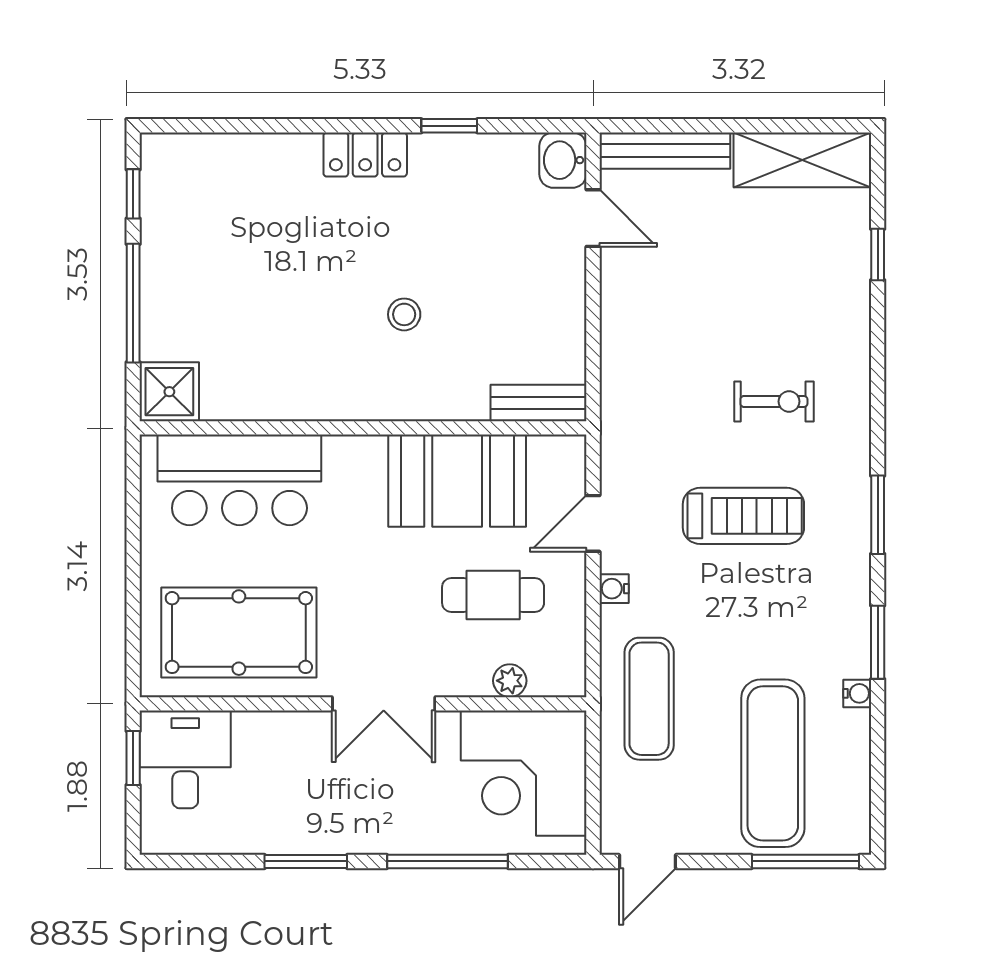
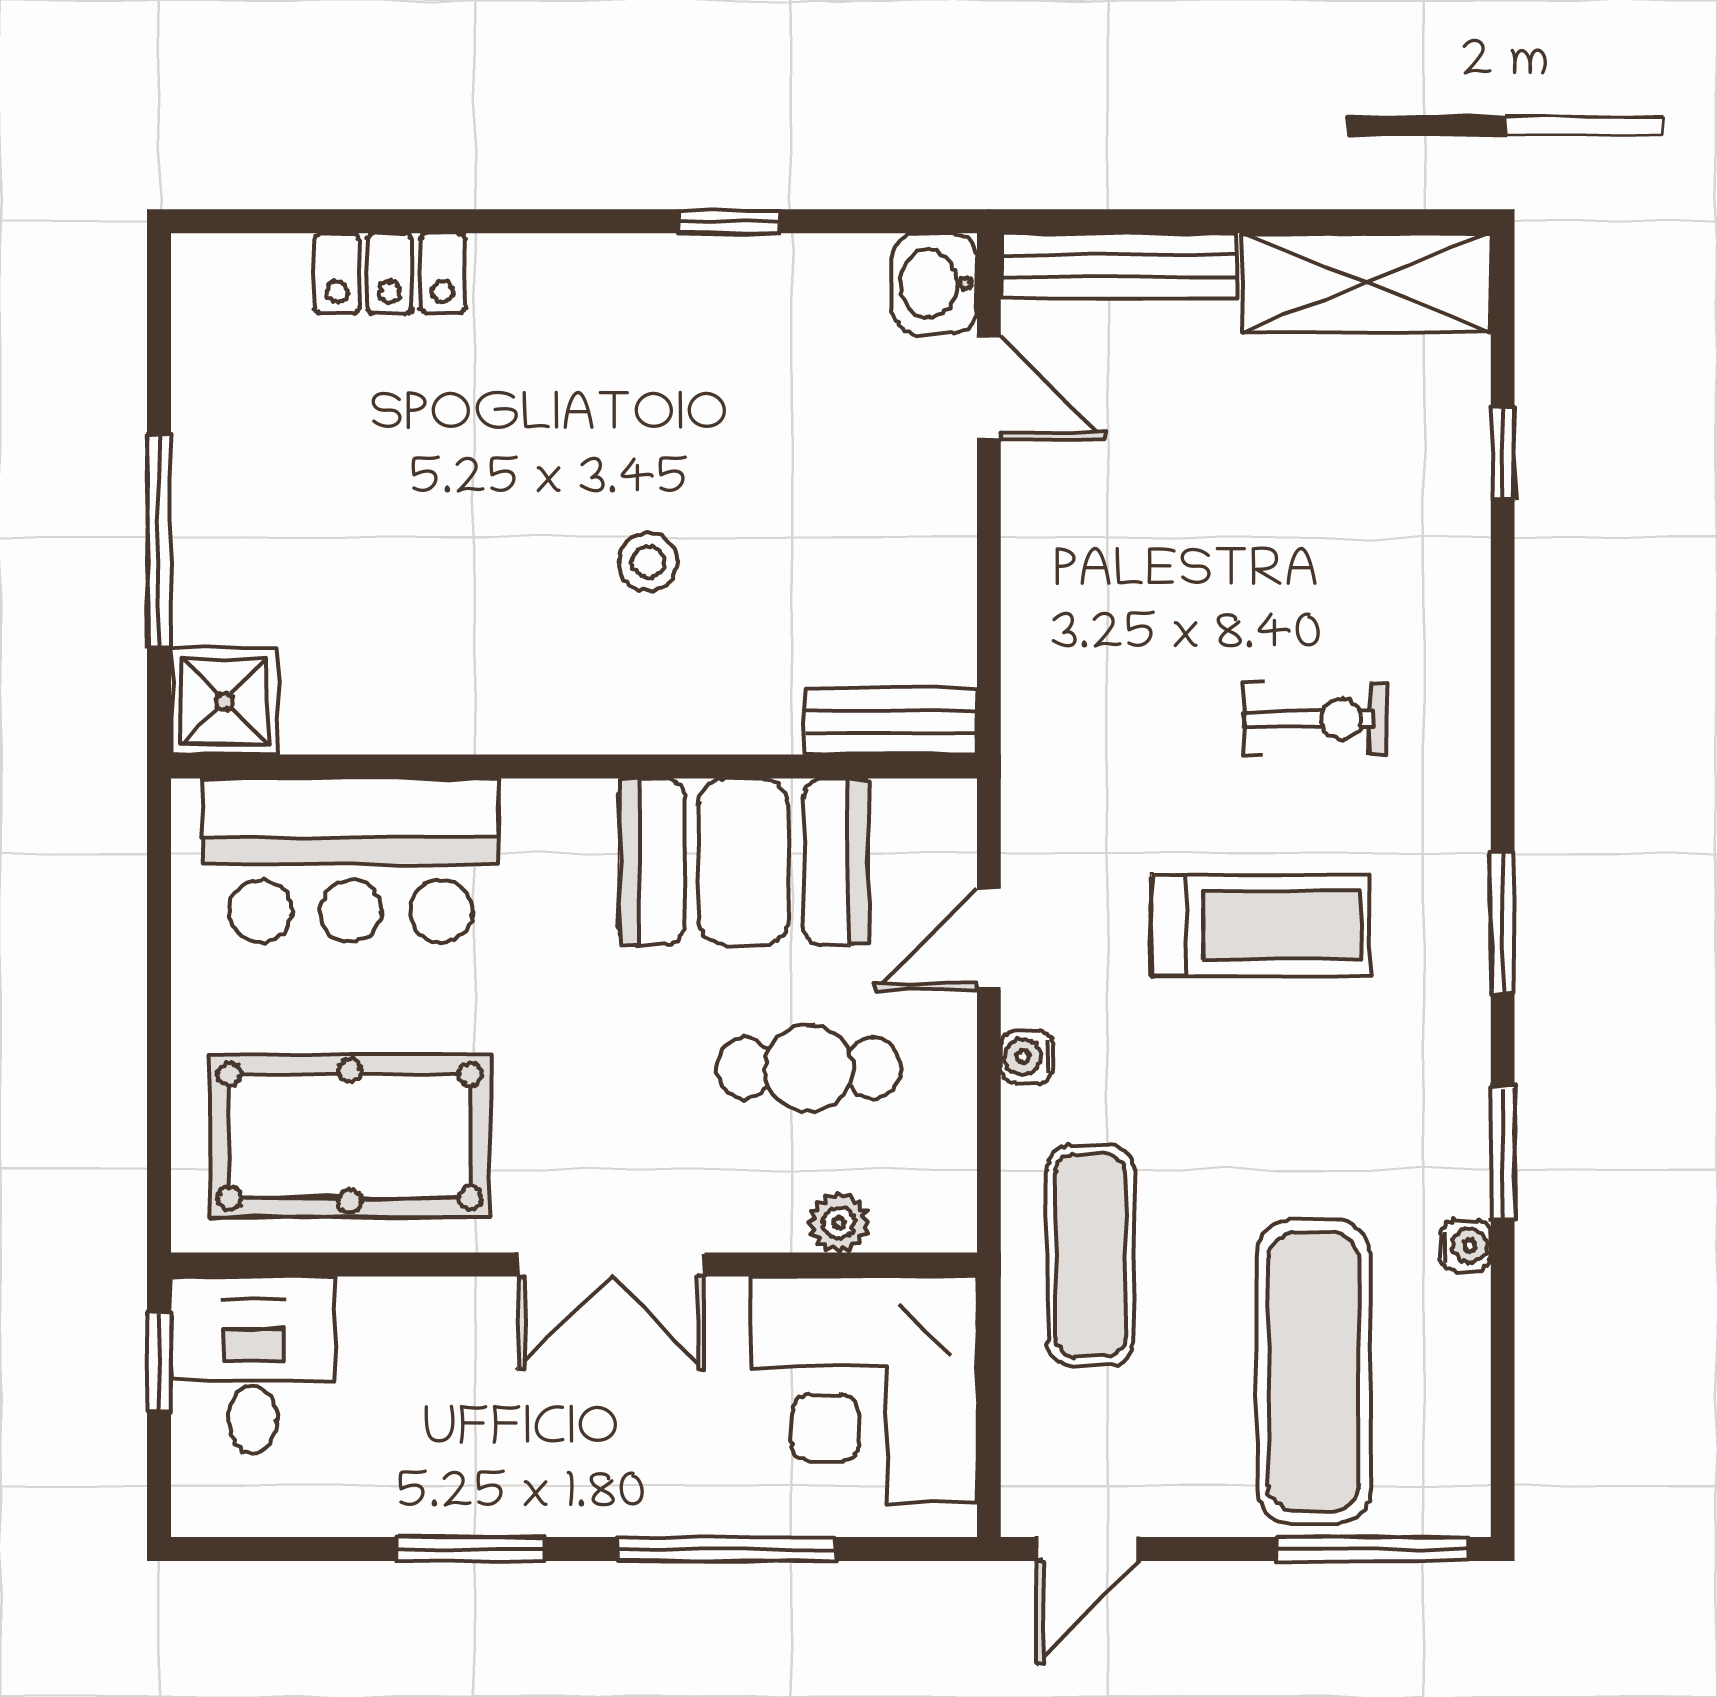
locker: (365, 155) -> (390, 273), moved
window: (133, 194) -> (159, 344), removed

